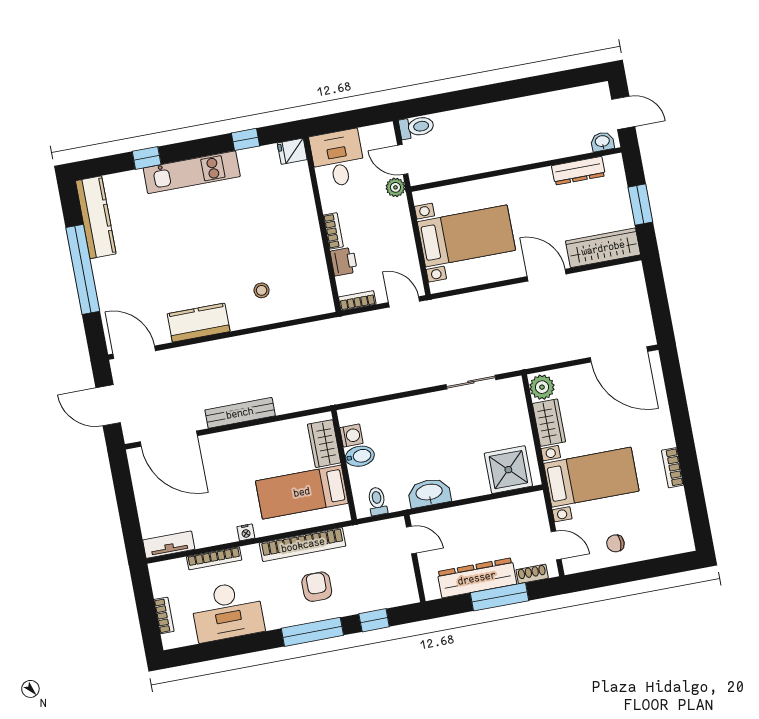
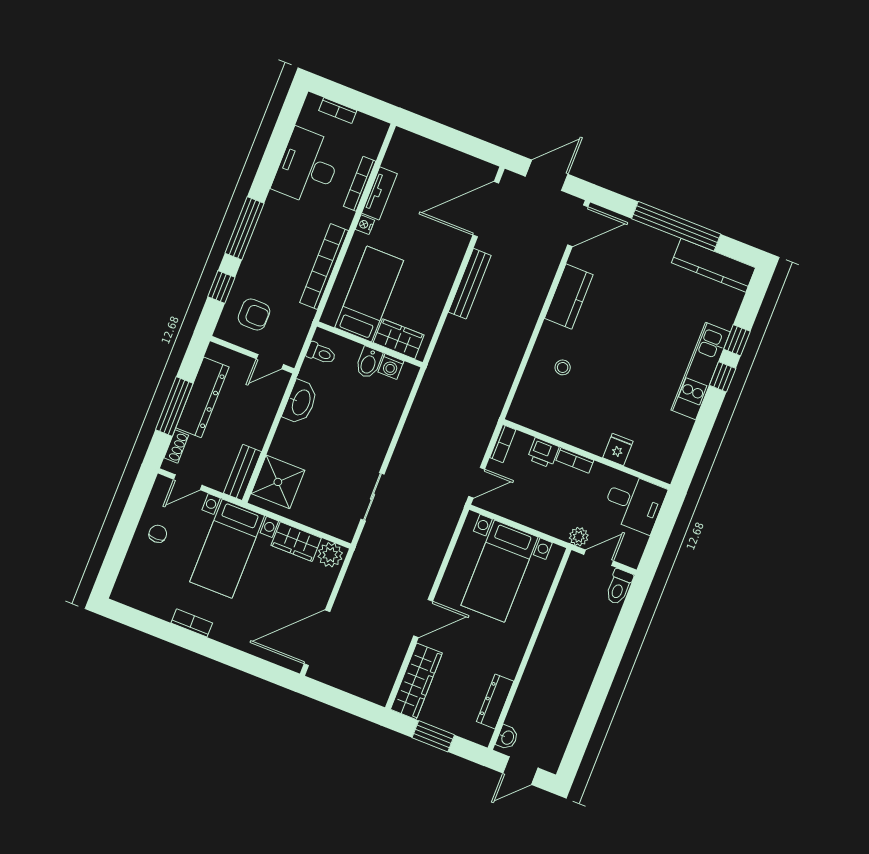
window: (246, 139) -> (723, 377), moved
fridge: (292, 151) -> (618, 449), moved
bench: (519, 504) -> (243, 472), added
tv unit: (169, 545) -> (379, 193), moved
armchair: (317, 587) -> (254, 315), moved

